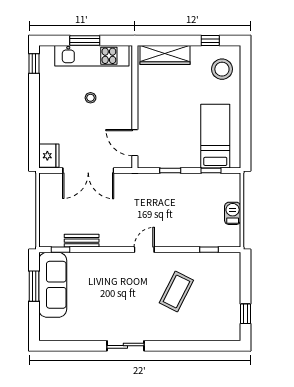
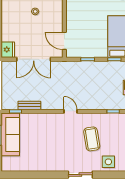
door: (144, 250) -> (71, 111), hinge flipped
coffee table: (176, 292) -> (92, 139), turned -36
side table: (202, 326) -> (108, 162), added
sliding door: (125, 346) -> (80, 175), moved

